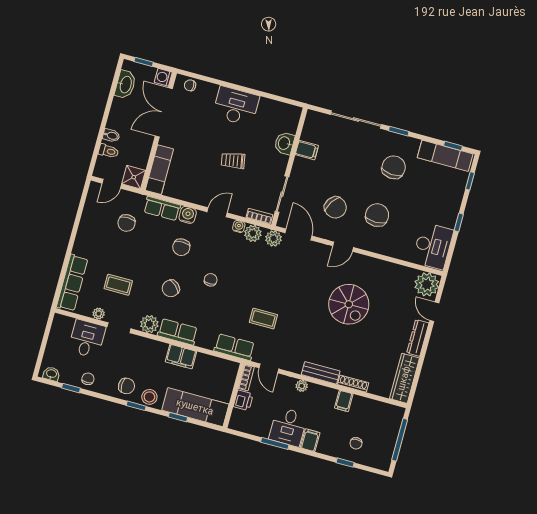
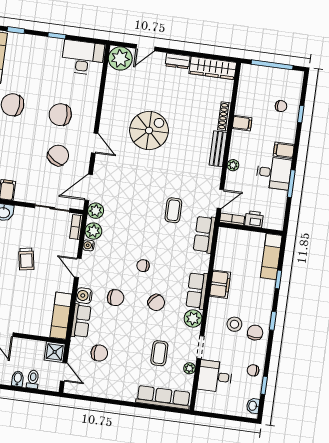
exam couch: (159, 170) -> (61, 316), moved, turned -90
dresser: (418, 338) -> (178, 61), width x0.70
stool: (149, 397) -> (234, 324), moved
exam couch: (195, 407) -> (271, 257), width x0.73, depth x0.69

